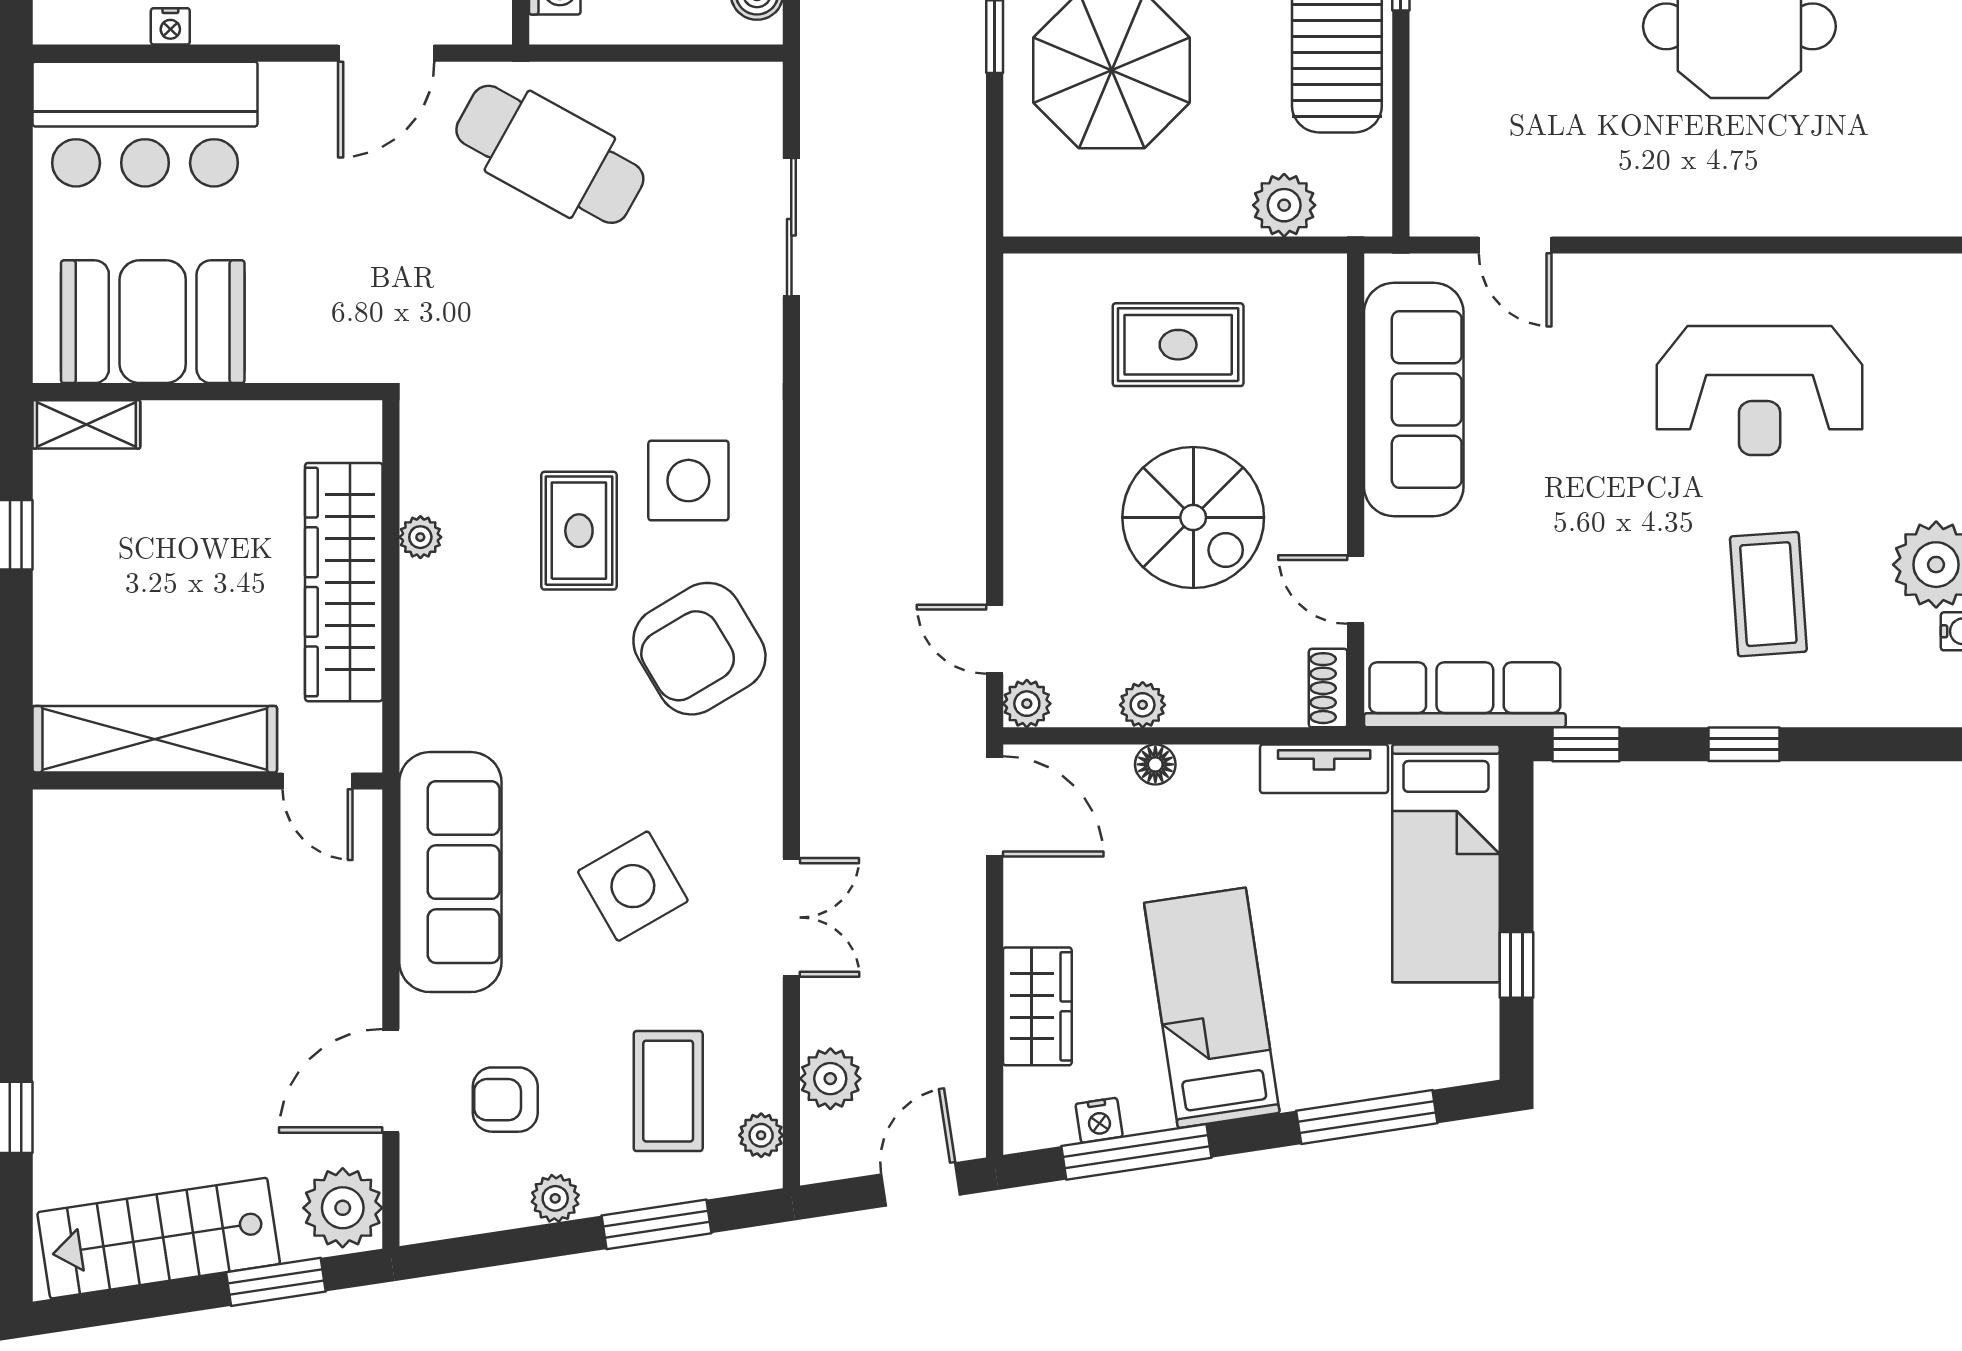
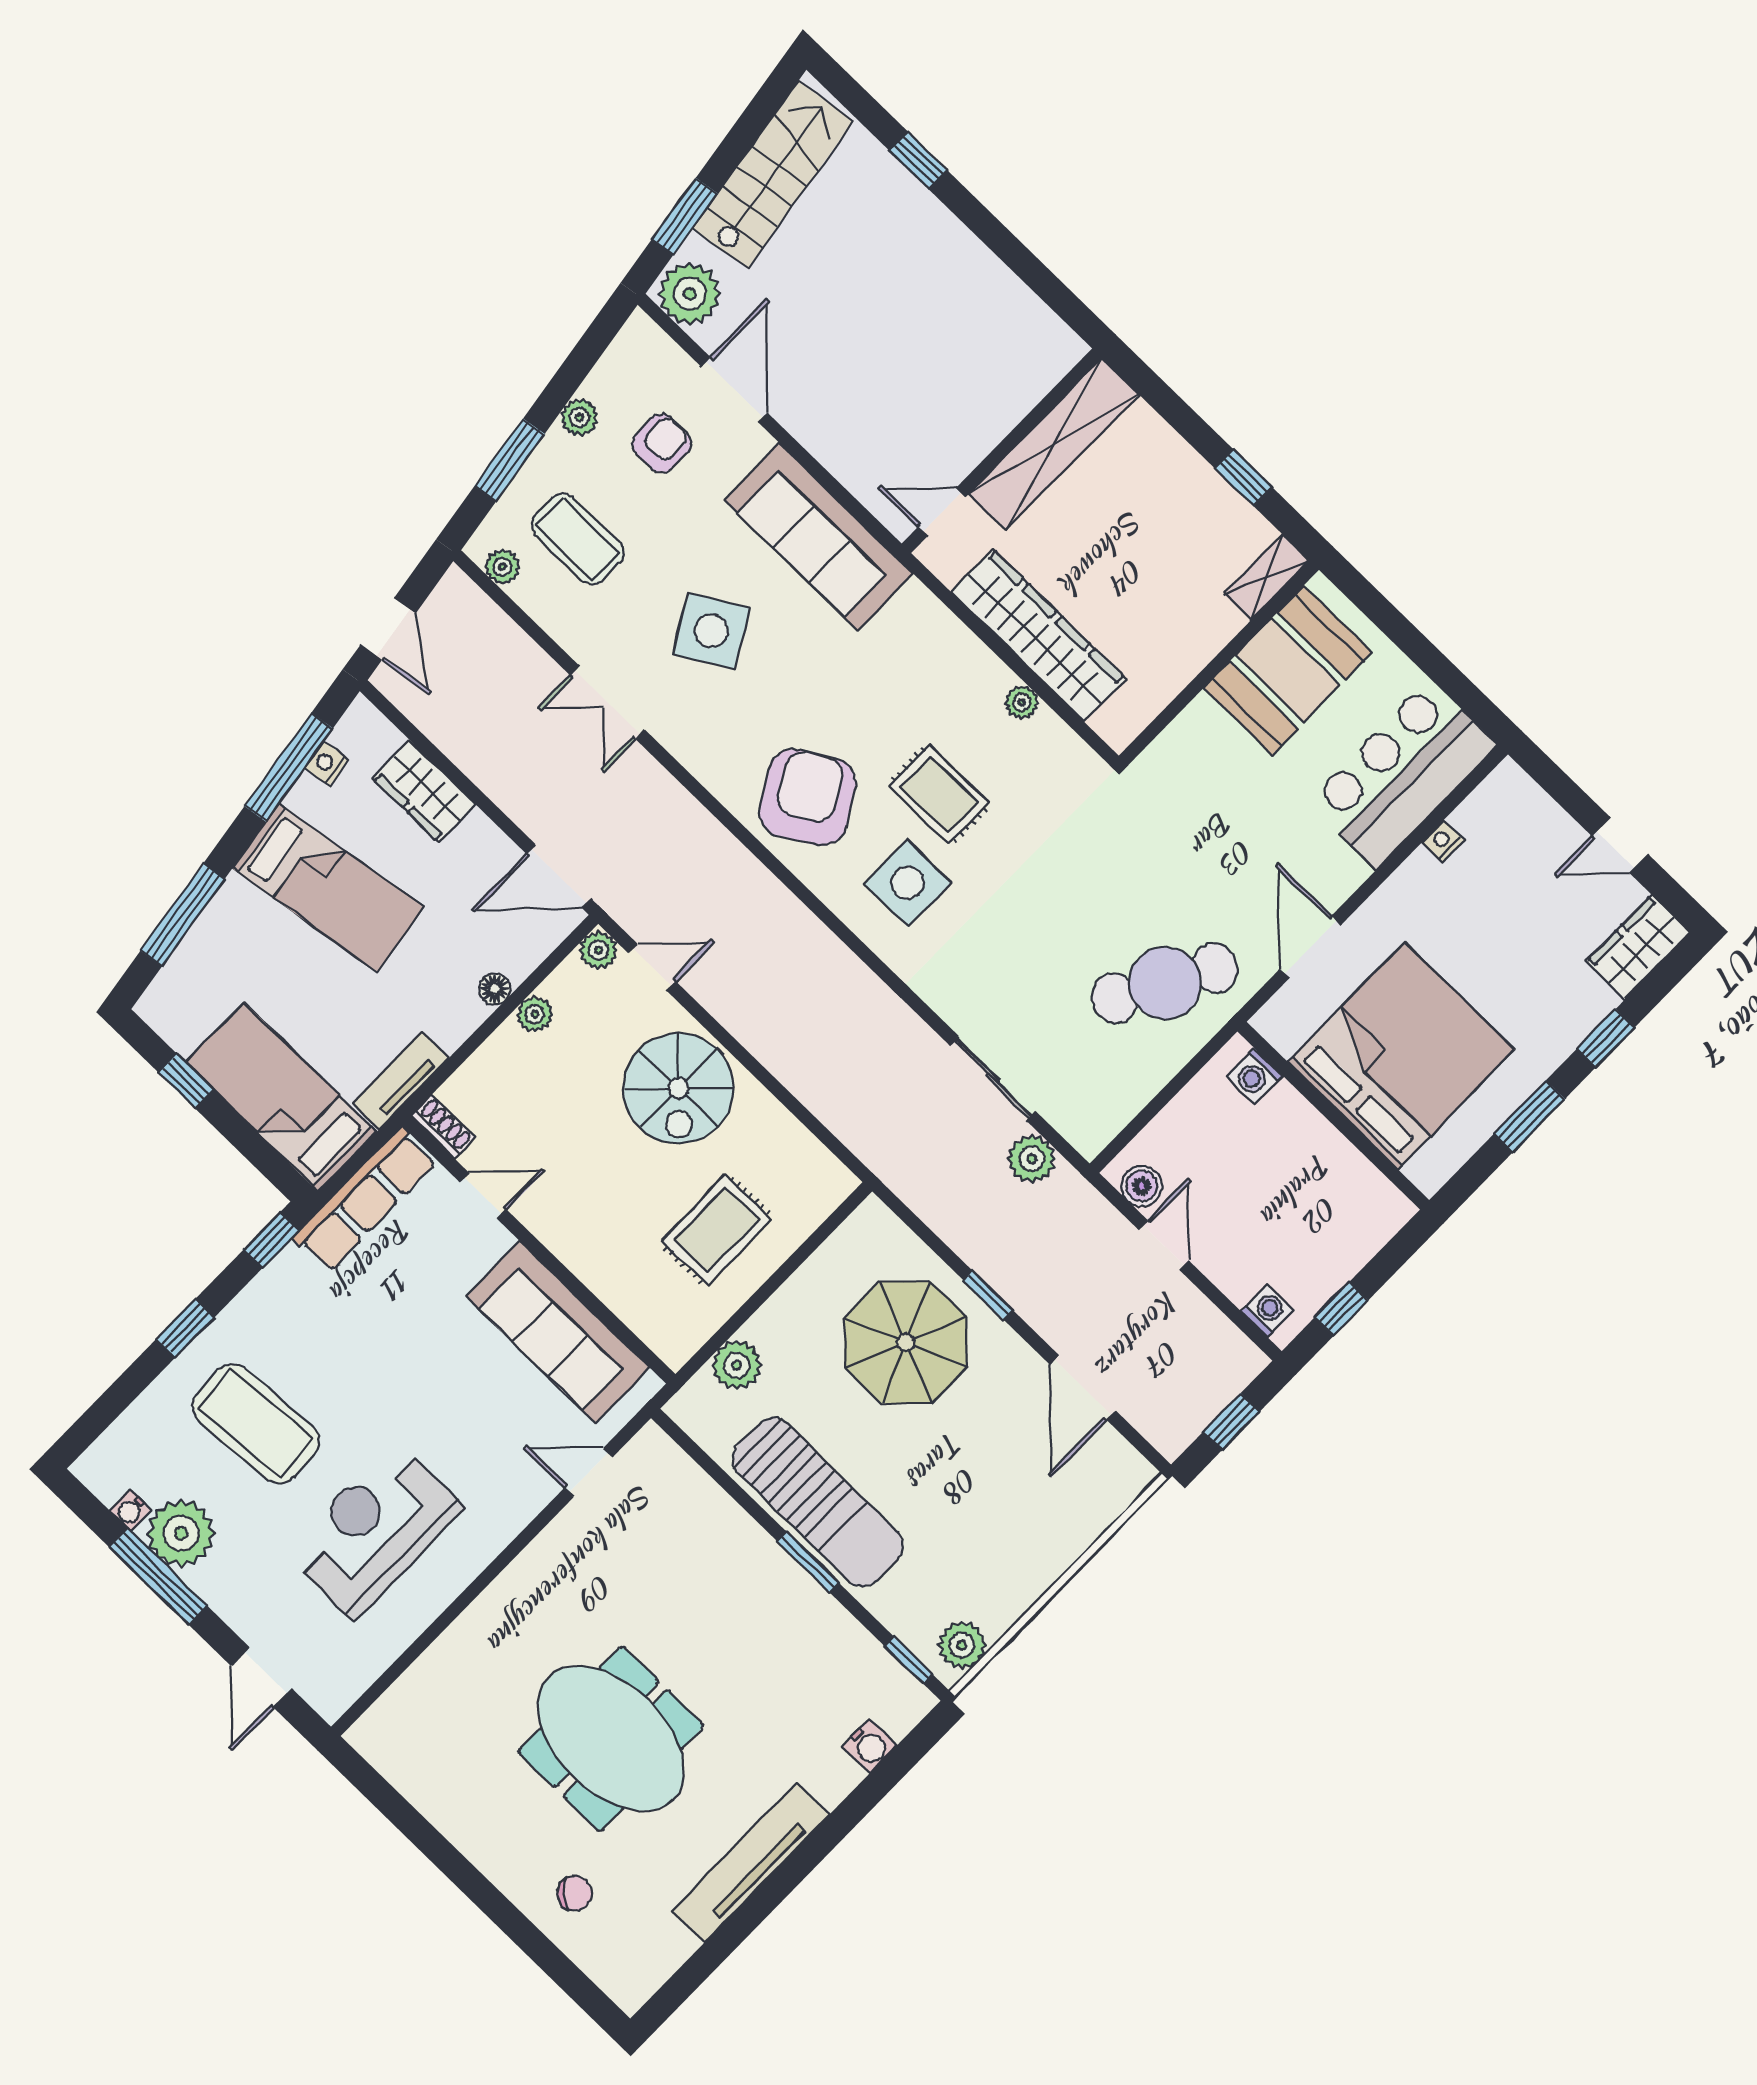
spiral stairs: (1193, 517) -> (679, 1088), moved, turned -90
coffee table: (1768, 594) -> (256, 1424), width x1.36, depth x1.32
plant: (830, 1079) -> (1032, 1159), moved

